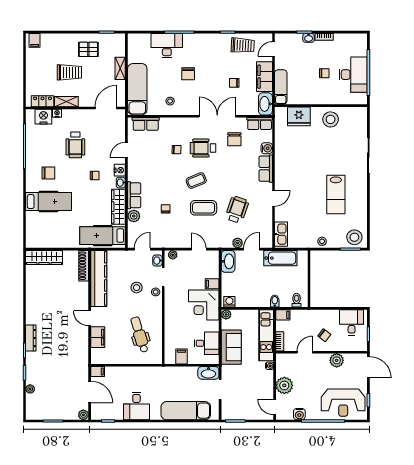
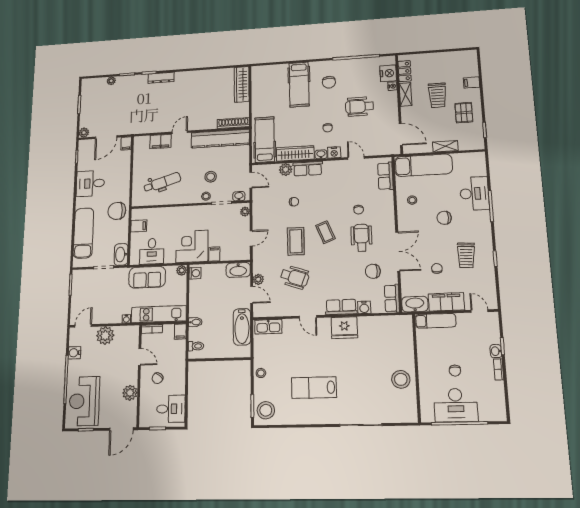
filing cabinet: (35, 40) -> (472, 82), moved
trolley: (243, 45) -> (466, 255), moved
fridge: (299, 116) -> (344, 328), moved, turned -90
chair: (166, 379) -> (117, 211), added

